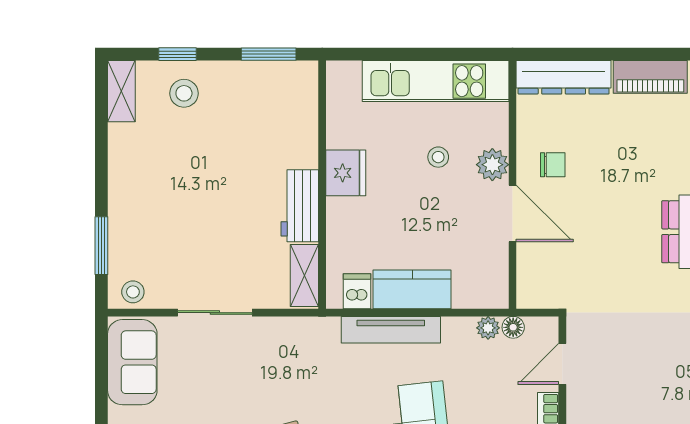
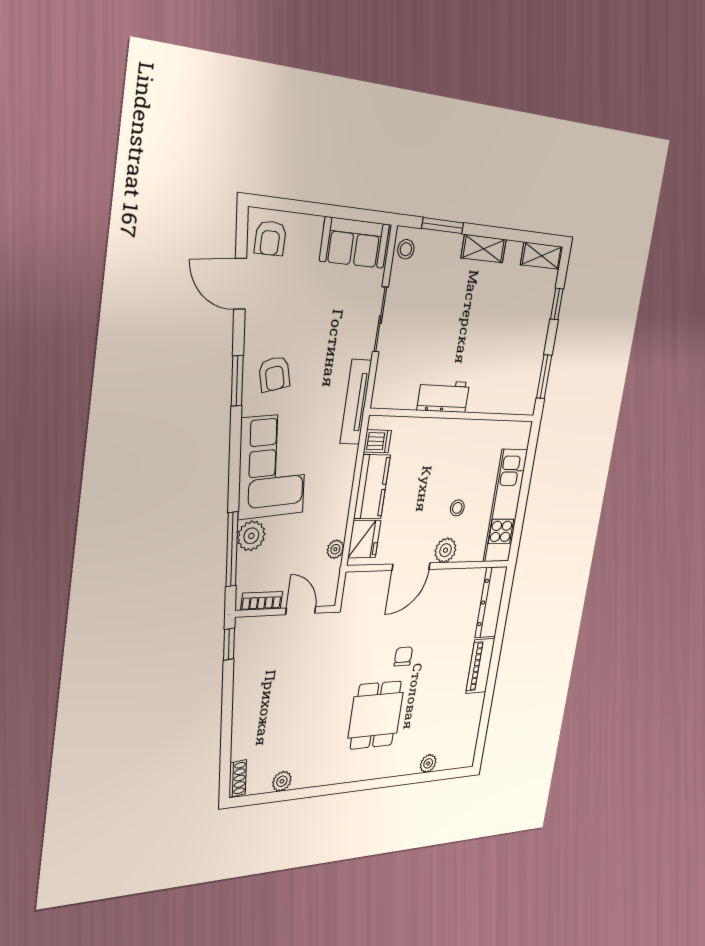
stool: (184, 93) -> (532, 307), removed
chair: (553, 165) -> (403, 656), moved, turned 180
fridge: (346, 173) -> (364, 539), moved, turned -90
shelving: (304, 276) -> (484, 249), moved
floor lamp: (513, 327) -> (333, 570), removed
tv unit: (391, 330) -> (356, 402), moved

